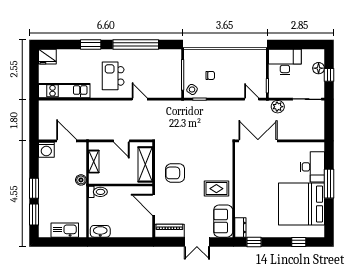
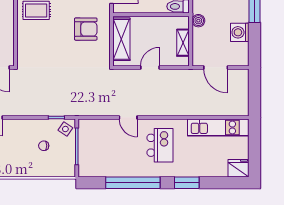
door: (121, 141) -> (150, 67), hinge flipped
washing machine: (46, 150) -> (240, 32), moved, turned -90

